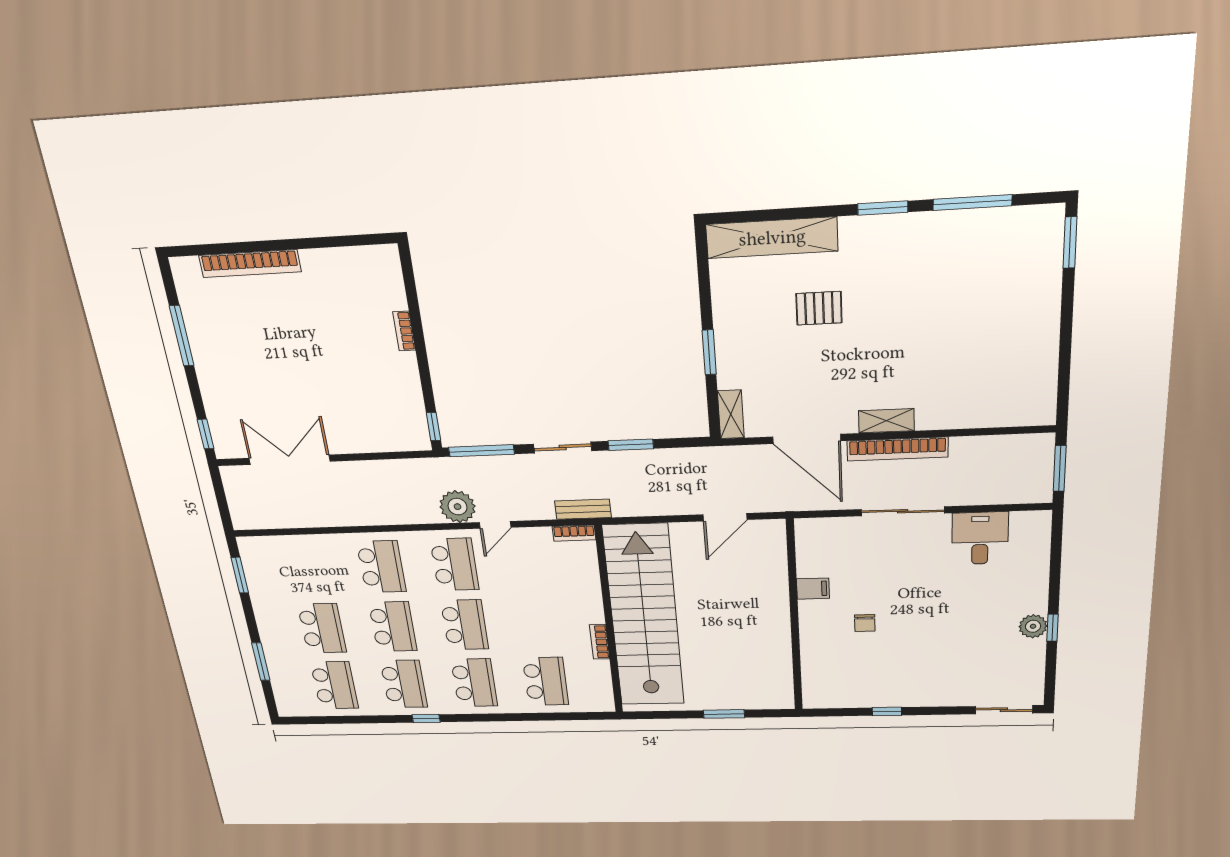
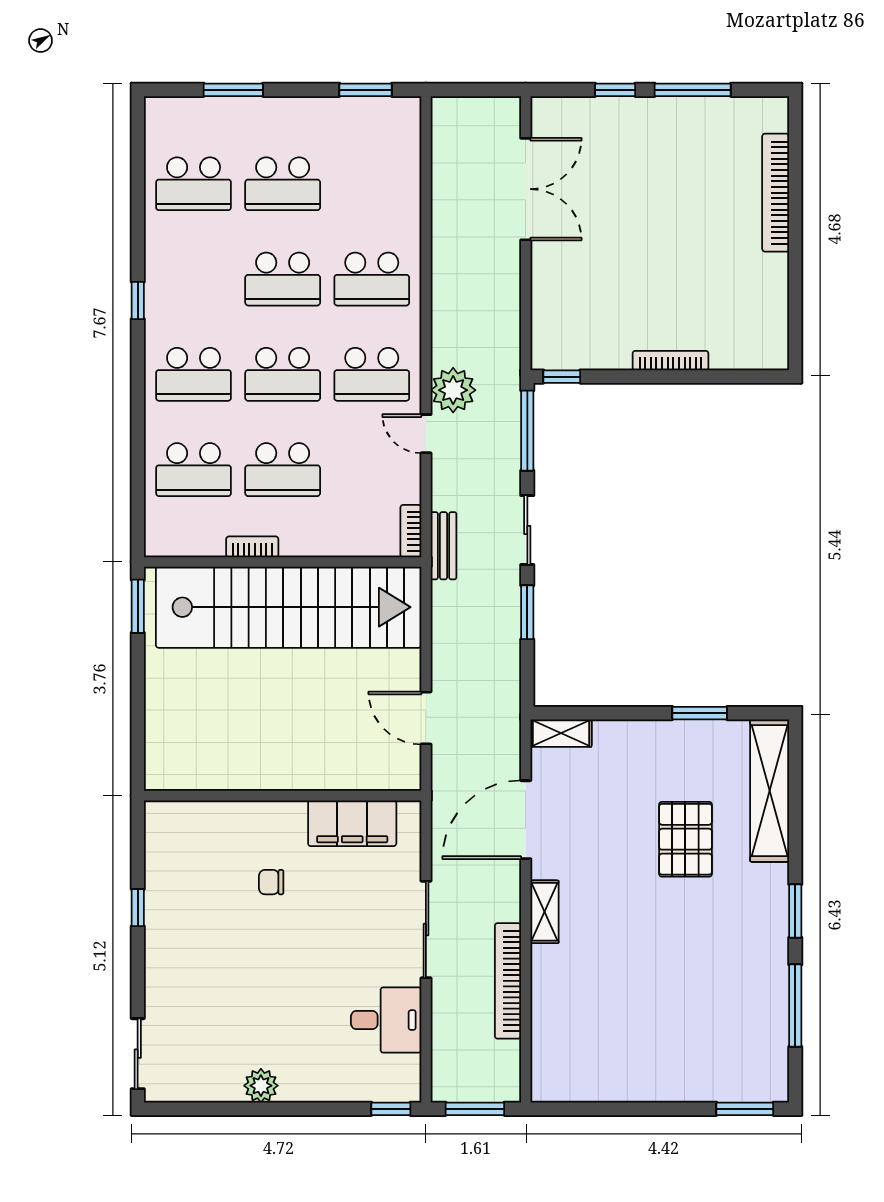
pallet: (819, 308) -> (685, 839), width x1.50, depth x1.42
bookcase: (404, 331) -> (671, 361), width x1.56
window: (709, 352) -> (700, 713), moved
window: (206, 434) -> (615, 90), moved
bookcase: (897, 449) -> (508, 981), moved
filing cabinet: (813, 589) -> (352, 823), width x3.00, depth x1.17
window: (1052, 628) -> (391, 1109), moved
school desk: (404, 684) -> (283, 470), moved
window: (724, 714) -> (138, 606), moved

